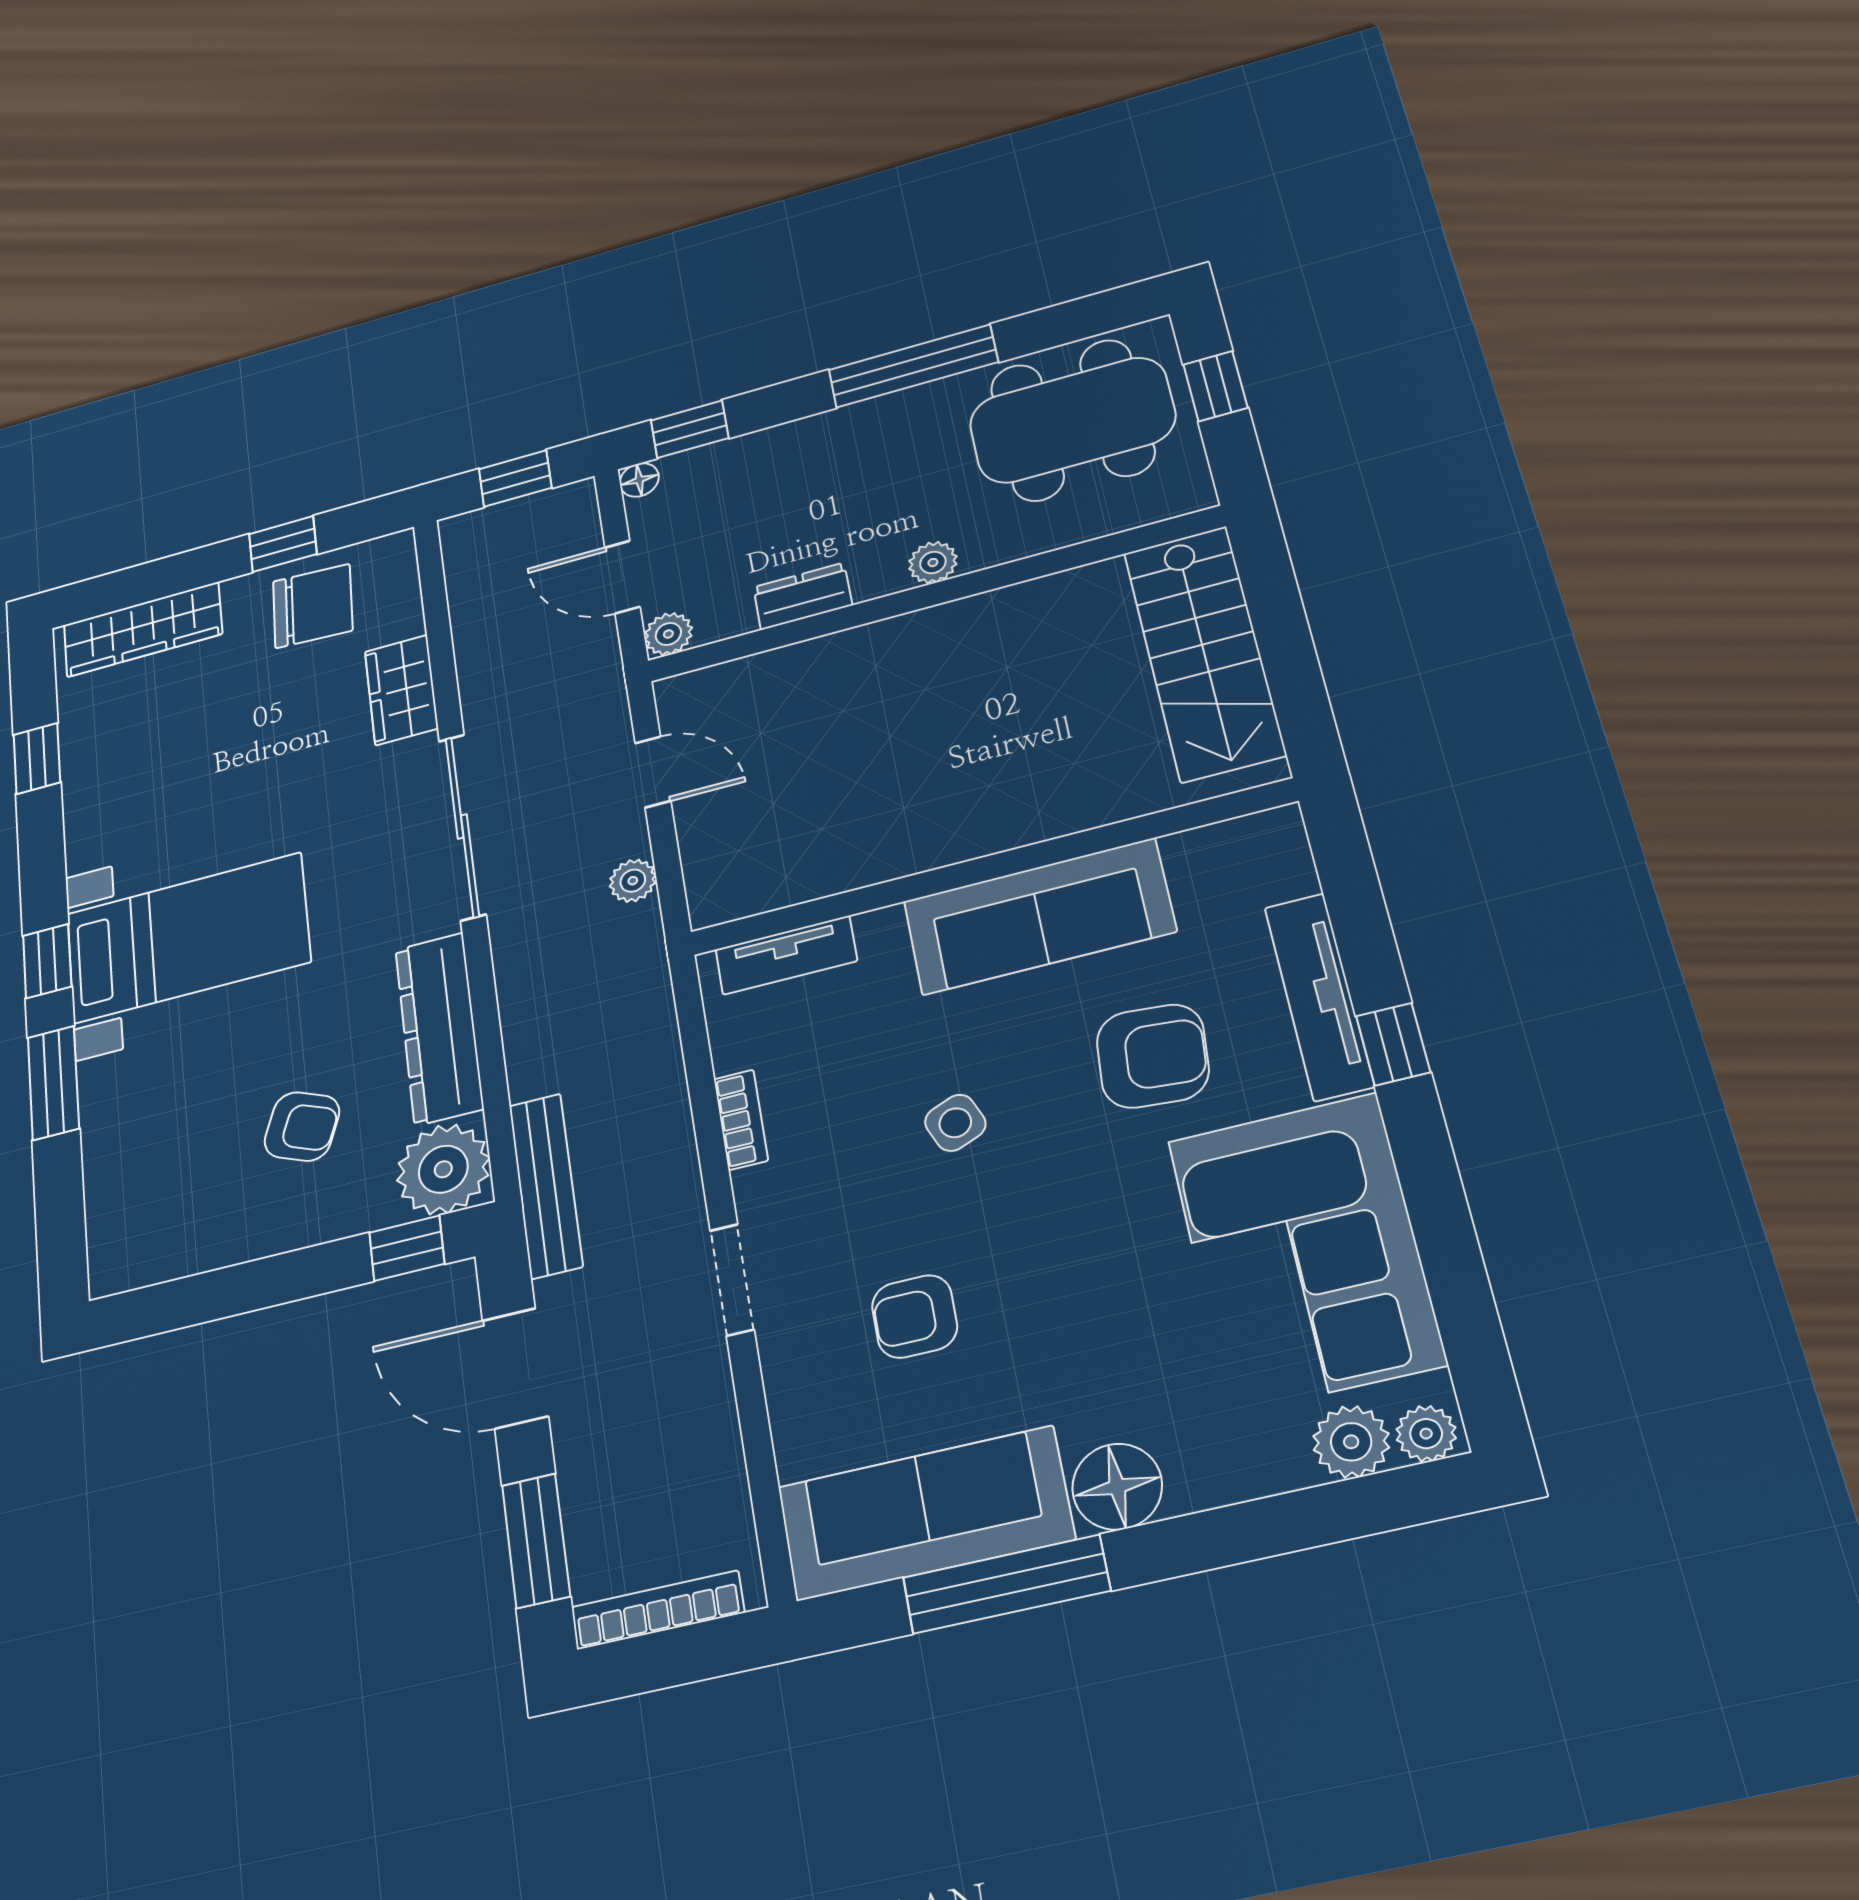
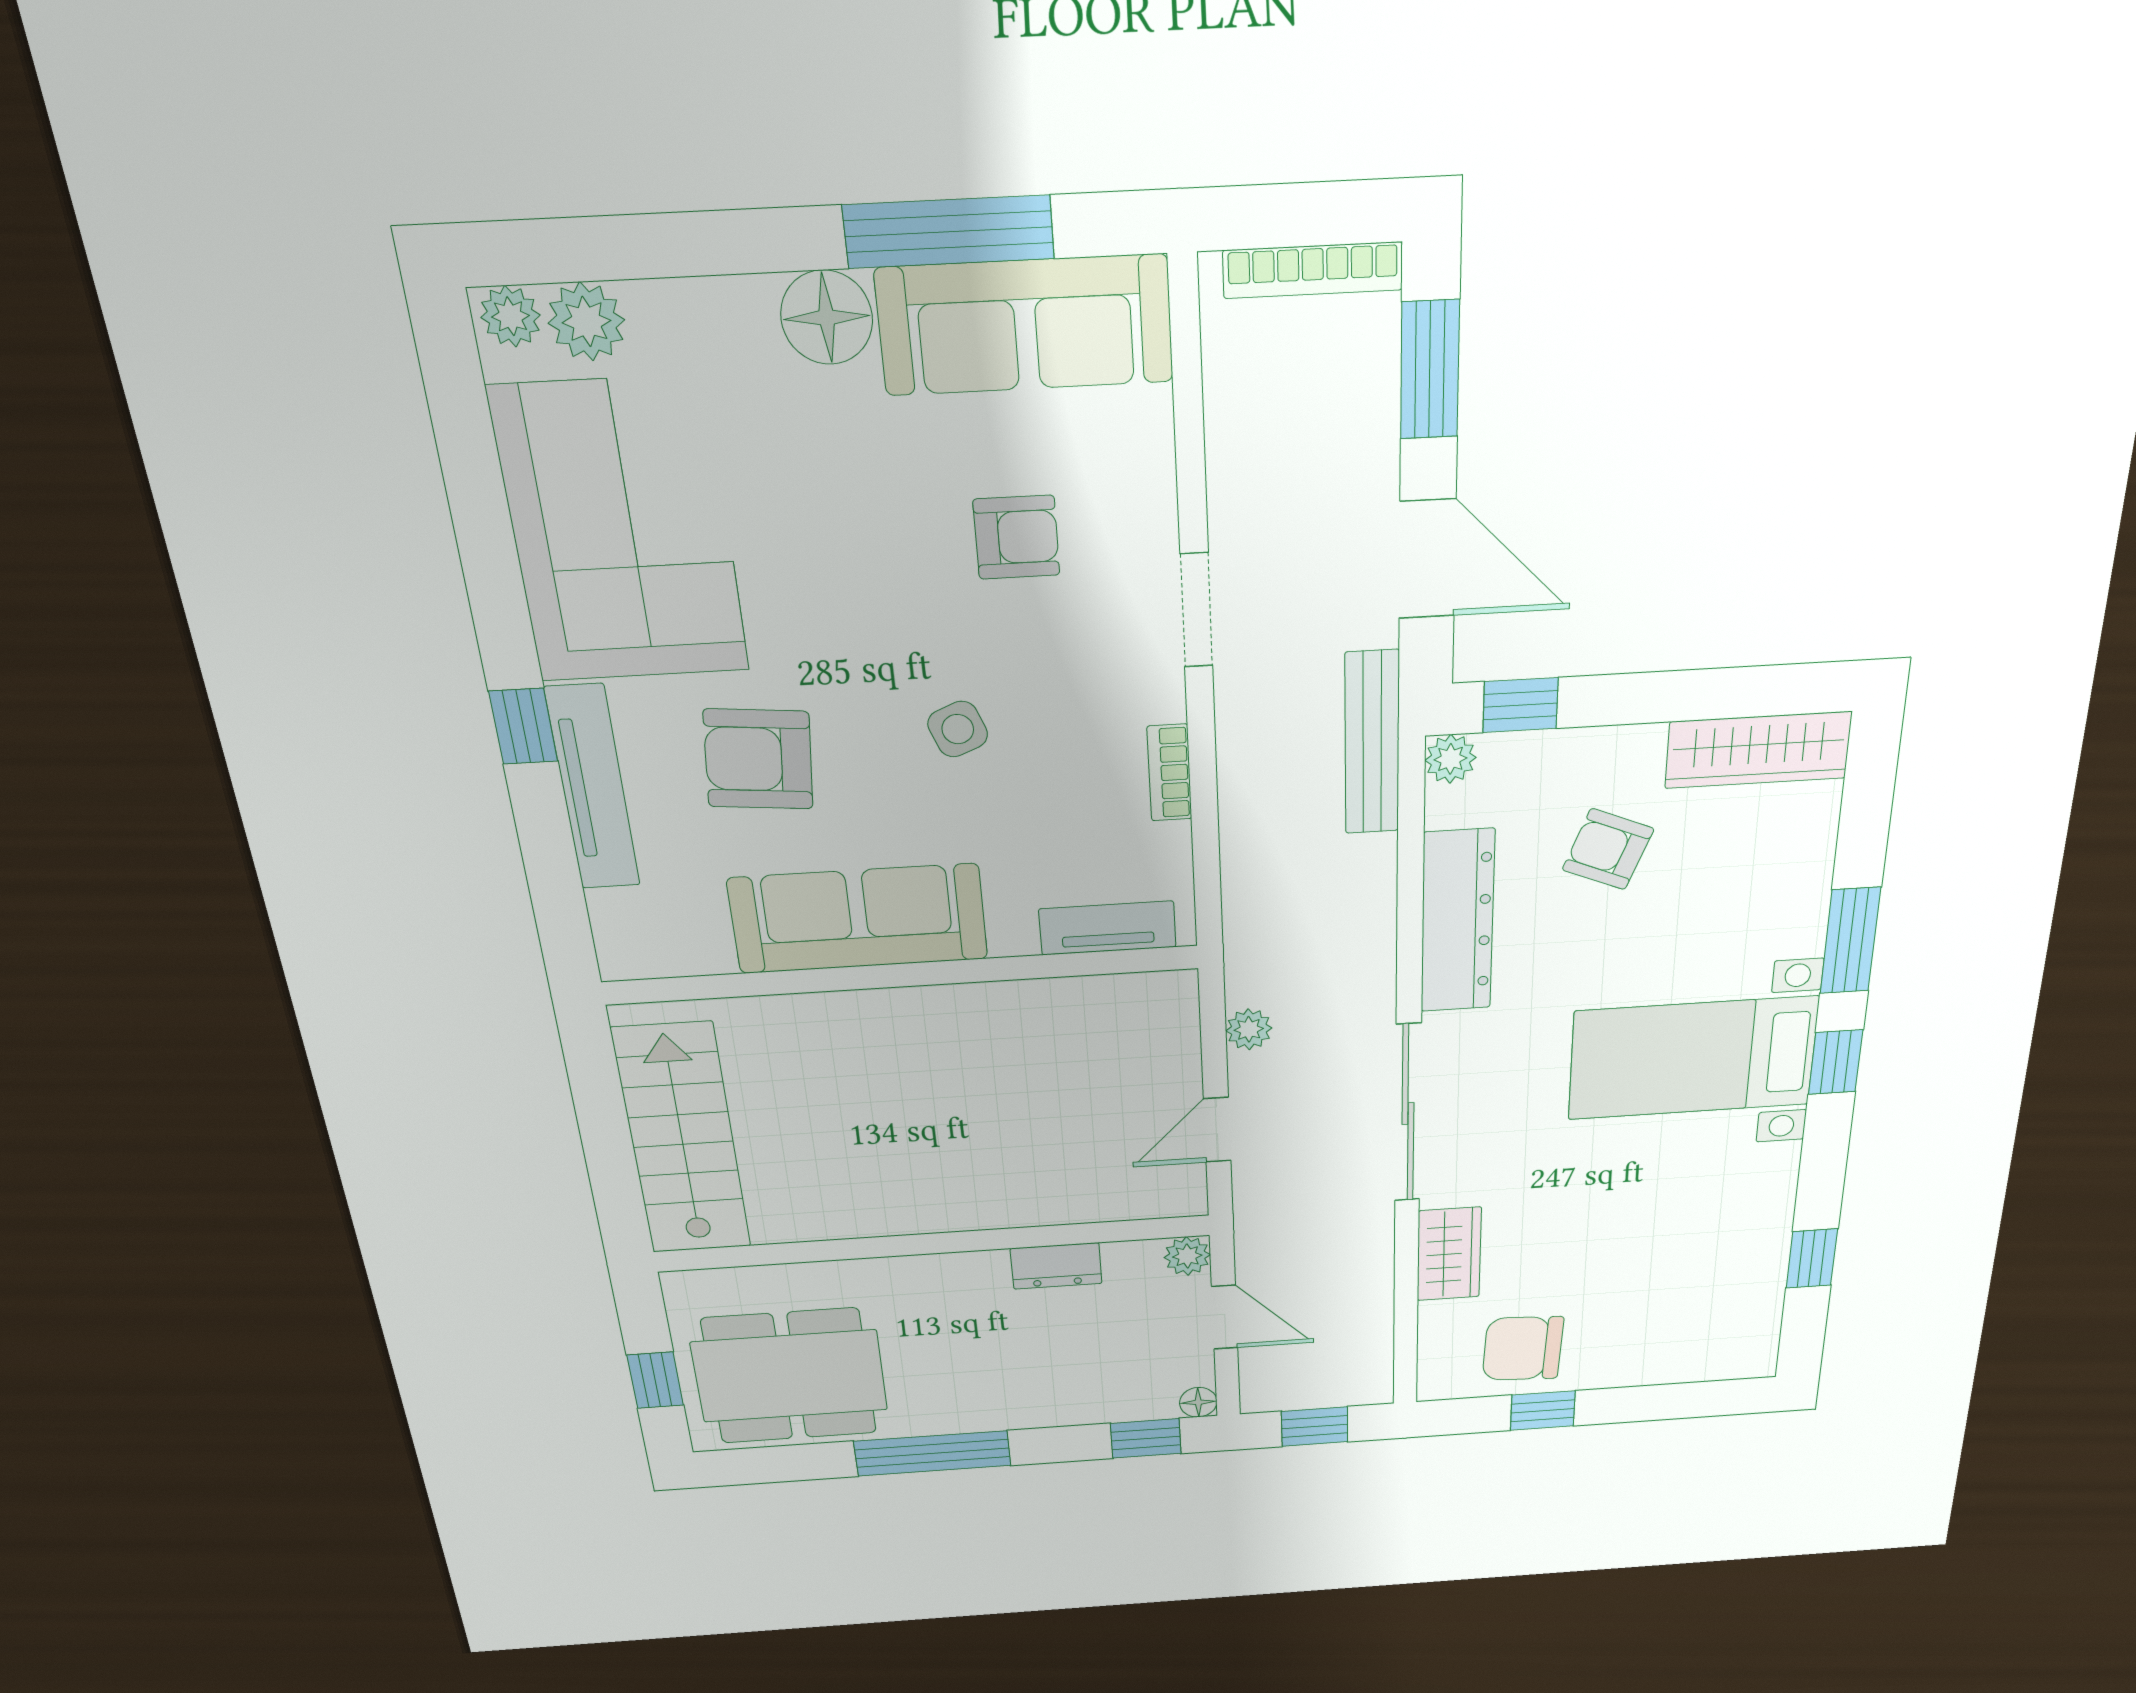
plant: (933, 563) -> (930, 1273), removed
wardrobe: (143, 629) -> (1758, 750), moved, turned 180
door: (653, 772) -> (1217, 1130), hinge flipped
plant: (443, 1169) -> (1450, 759), width x0.53, depth x0.53

